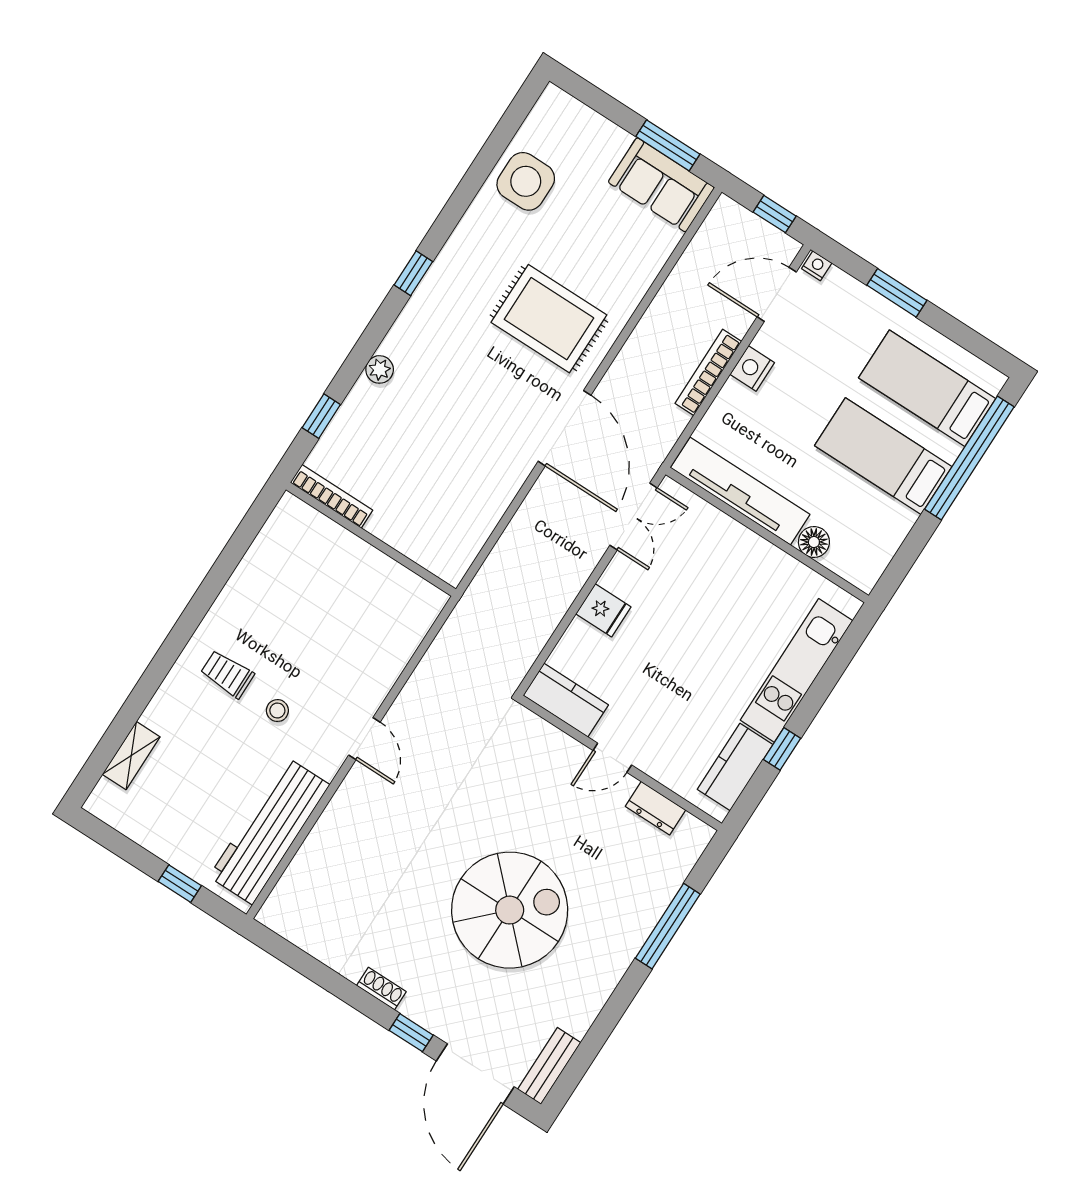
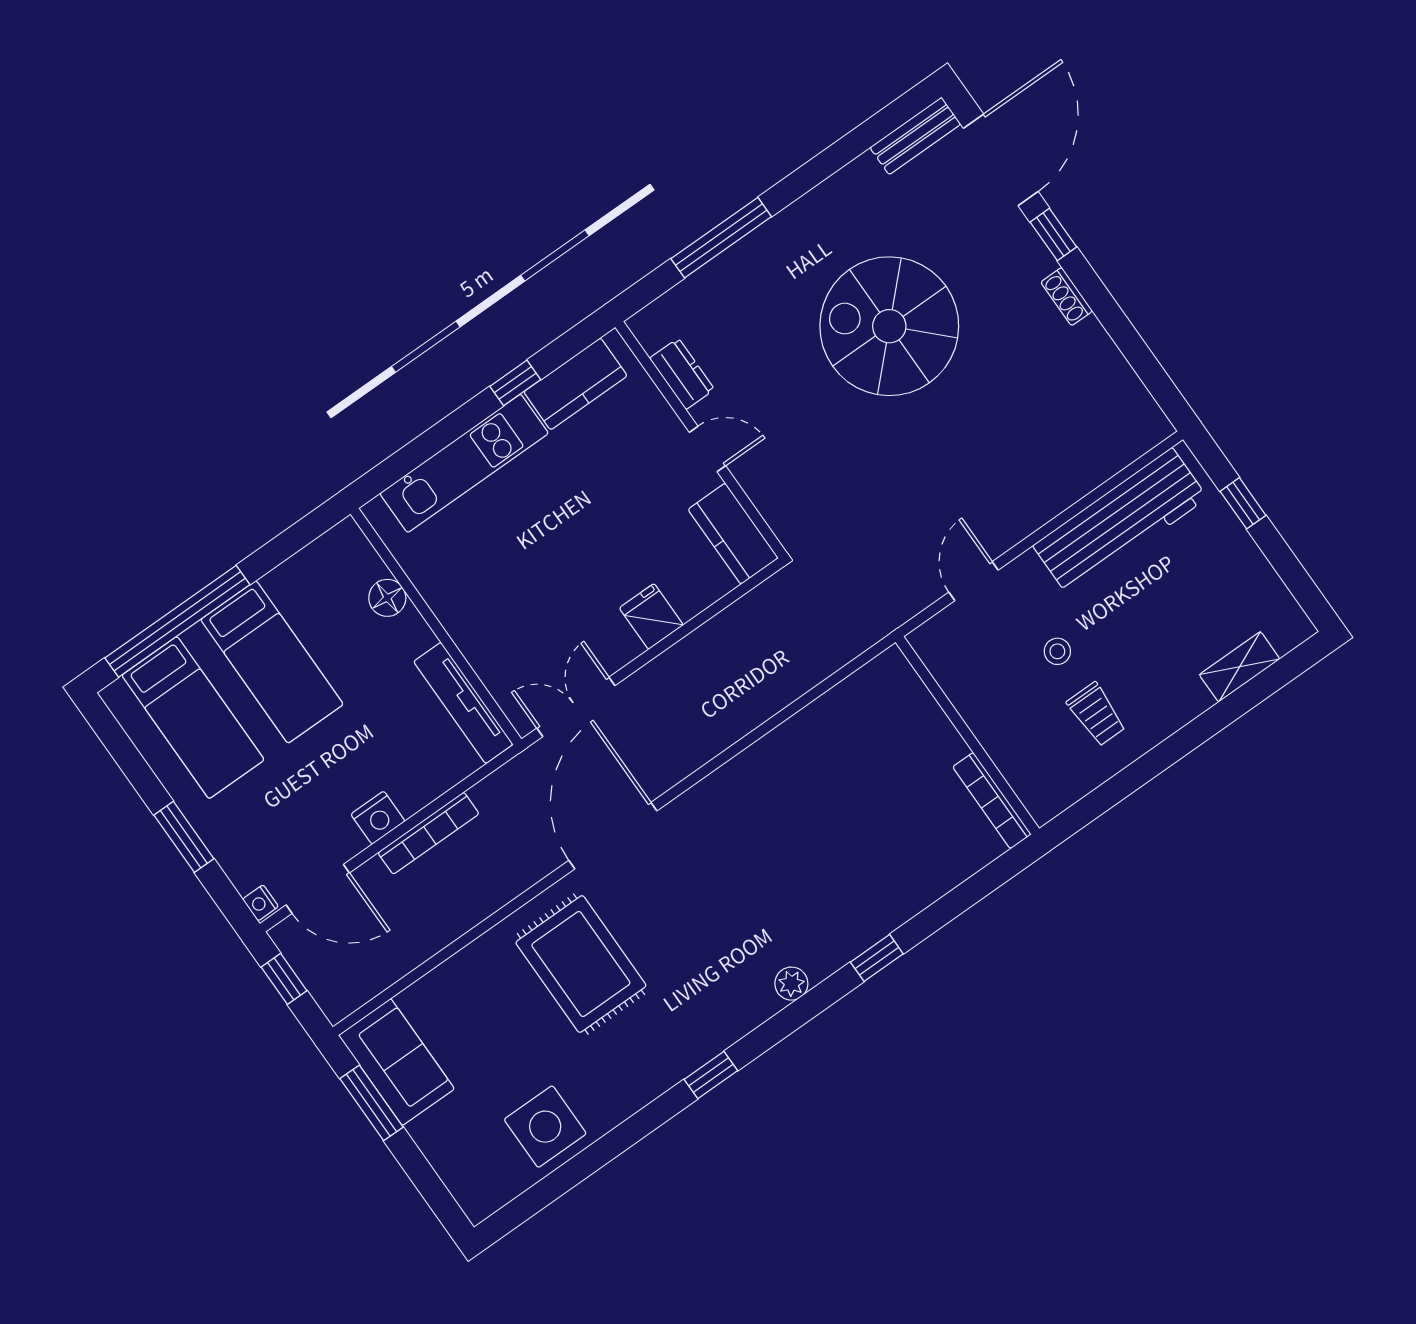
tv unit: (740, 491) -> (463, 703), width x0.73, depth x0.78
bookcase: (332, 496) -> (992, 801), moved
wall: (371, 539) -> (967, 735), moved

